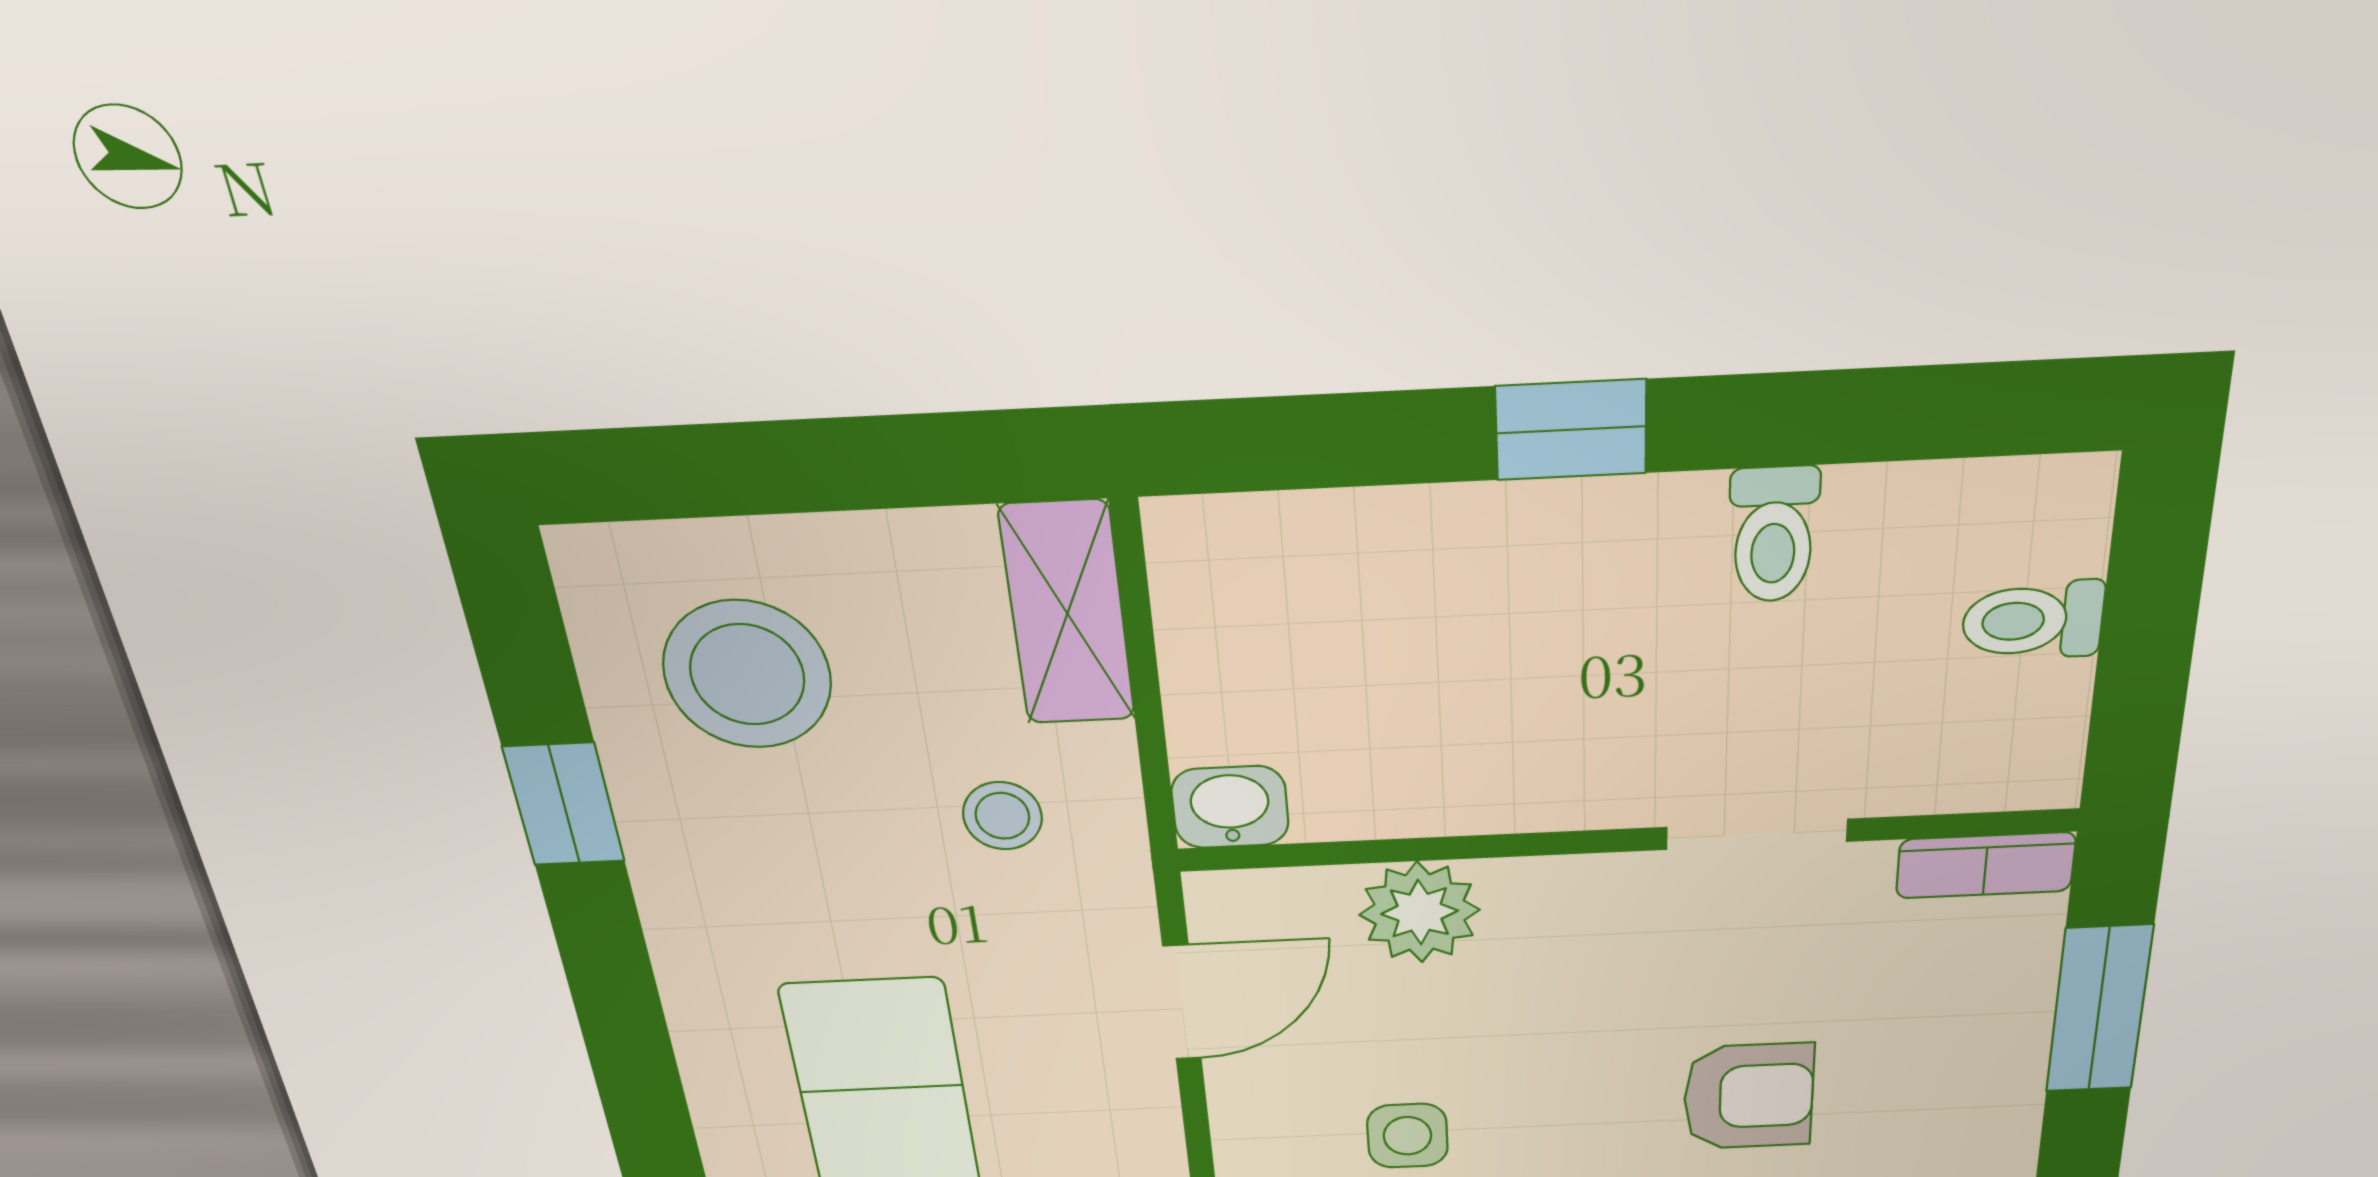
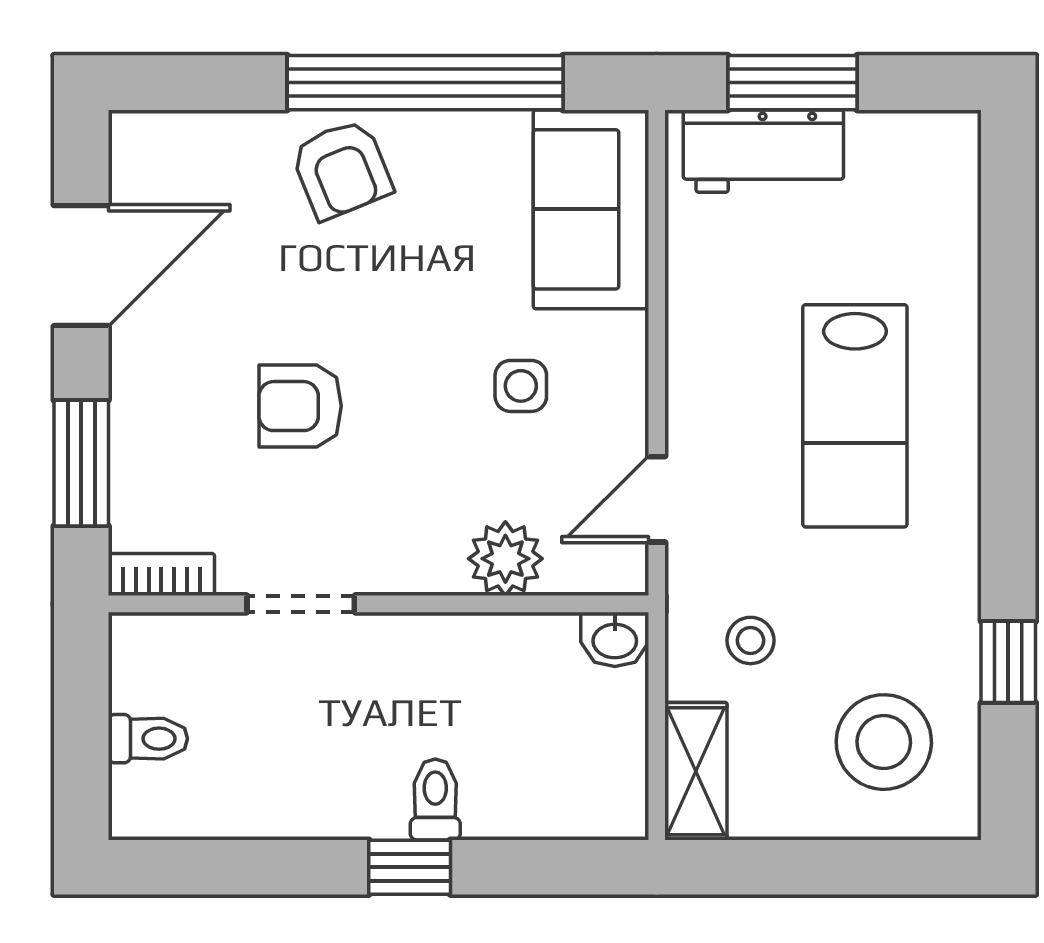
toilet: (1773, 535) -> (435, 799), moved

